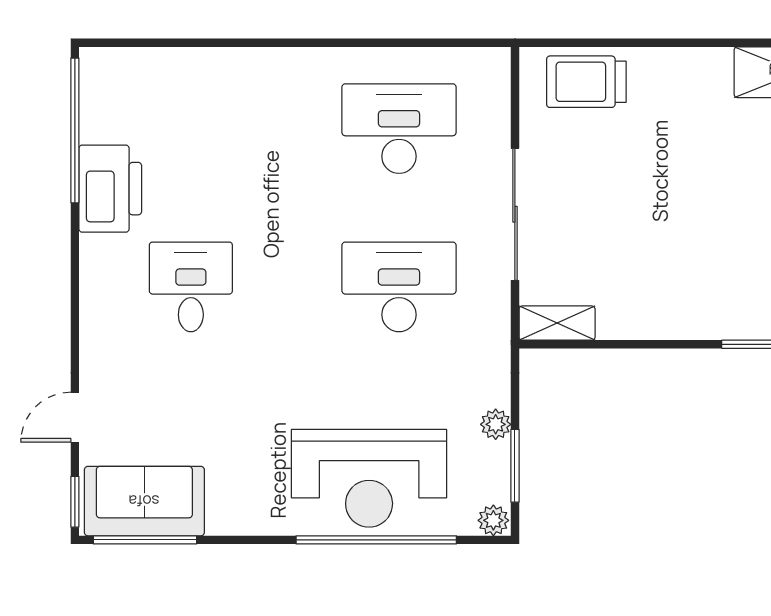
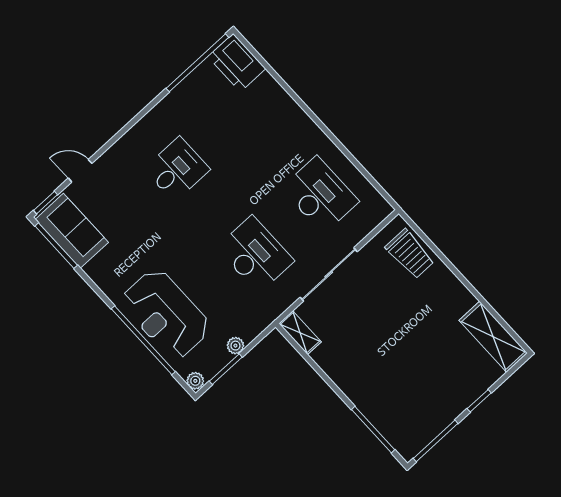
trolley: (586, 82) -> (410, 254), turned 180
printer: (110, 189) -> (237, 63), moved, turned 90

